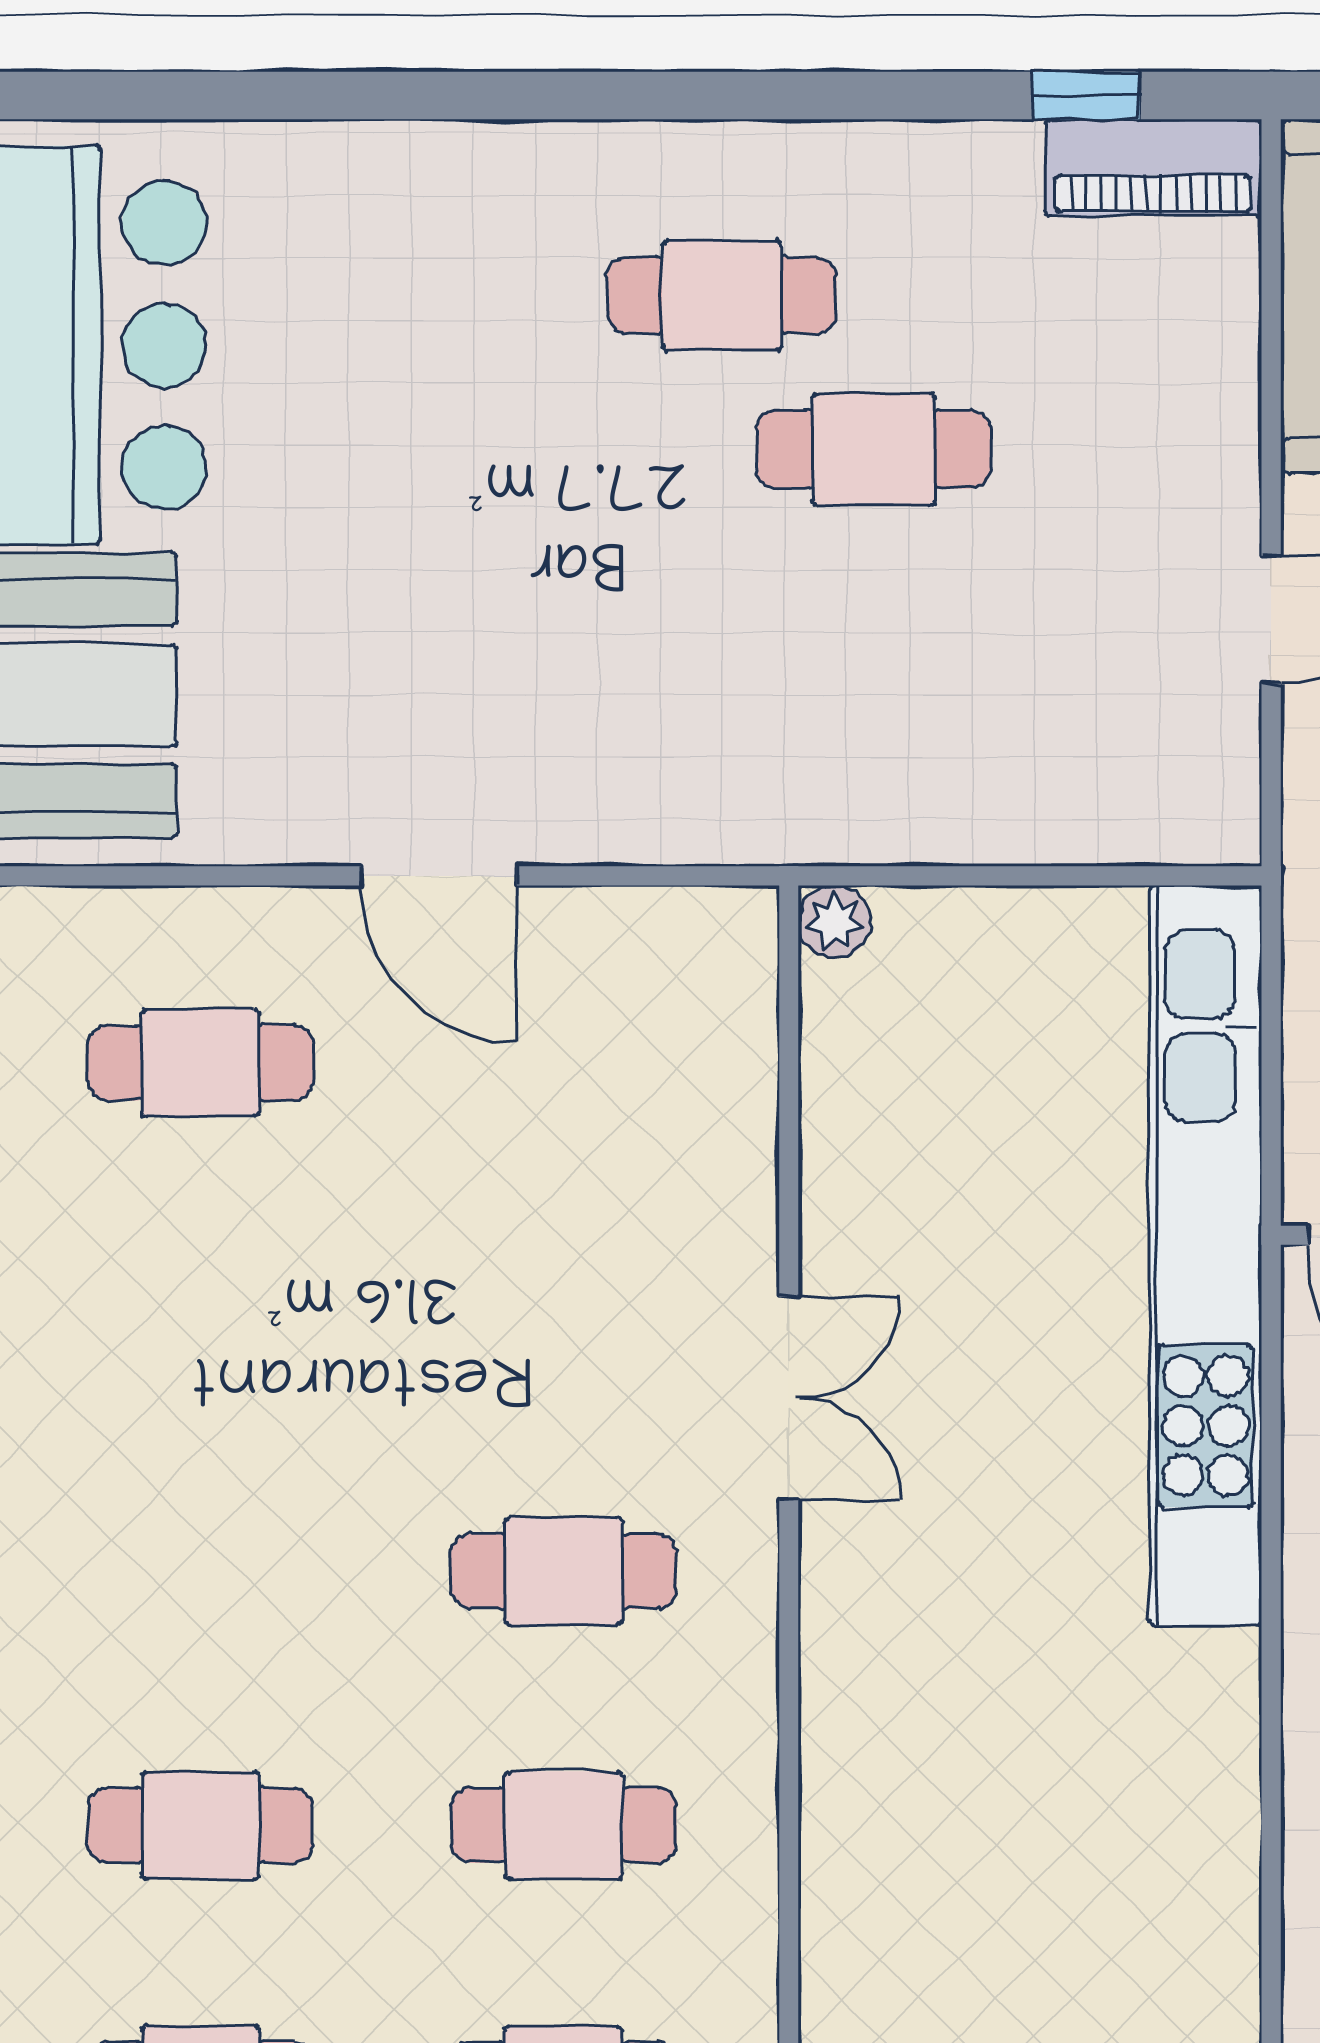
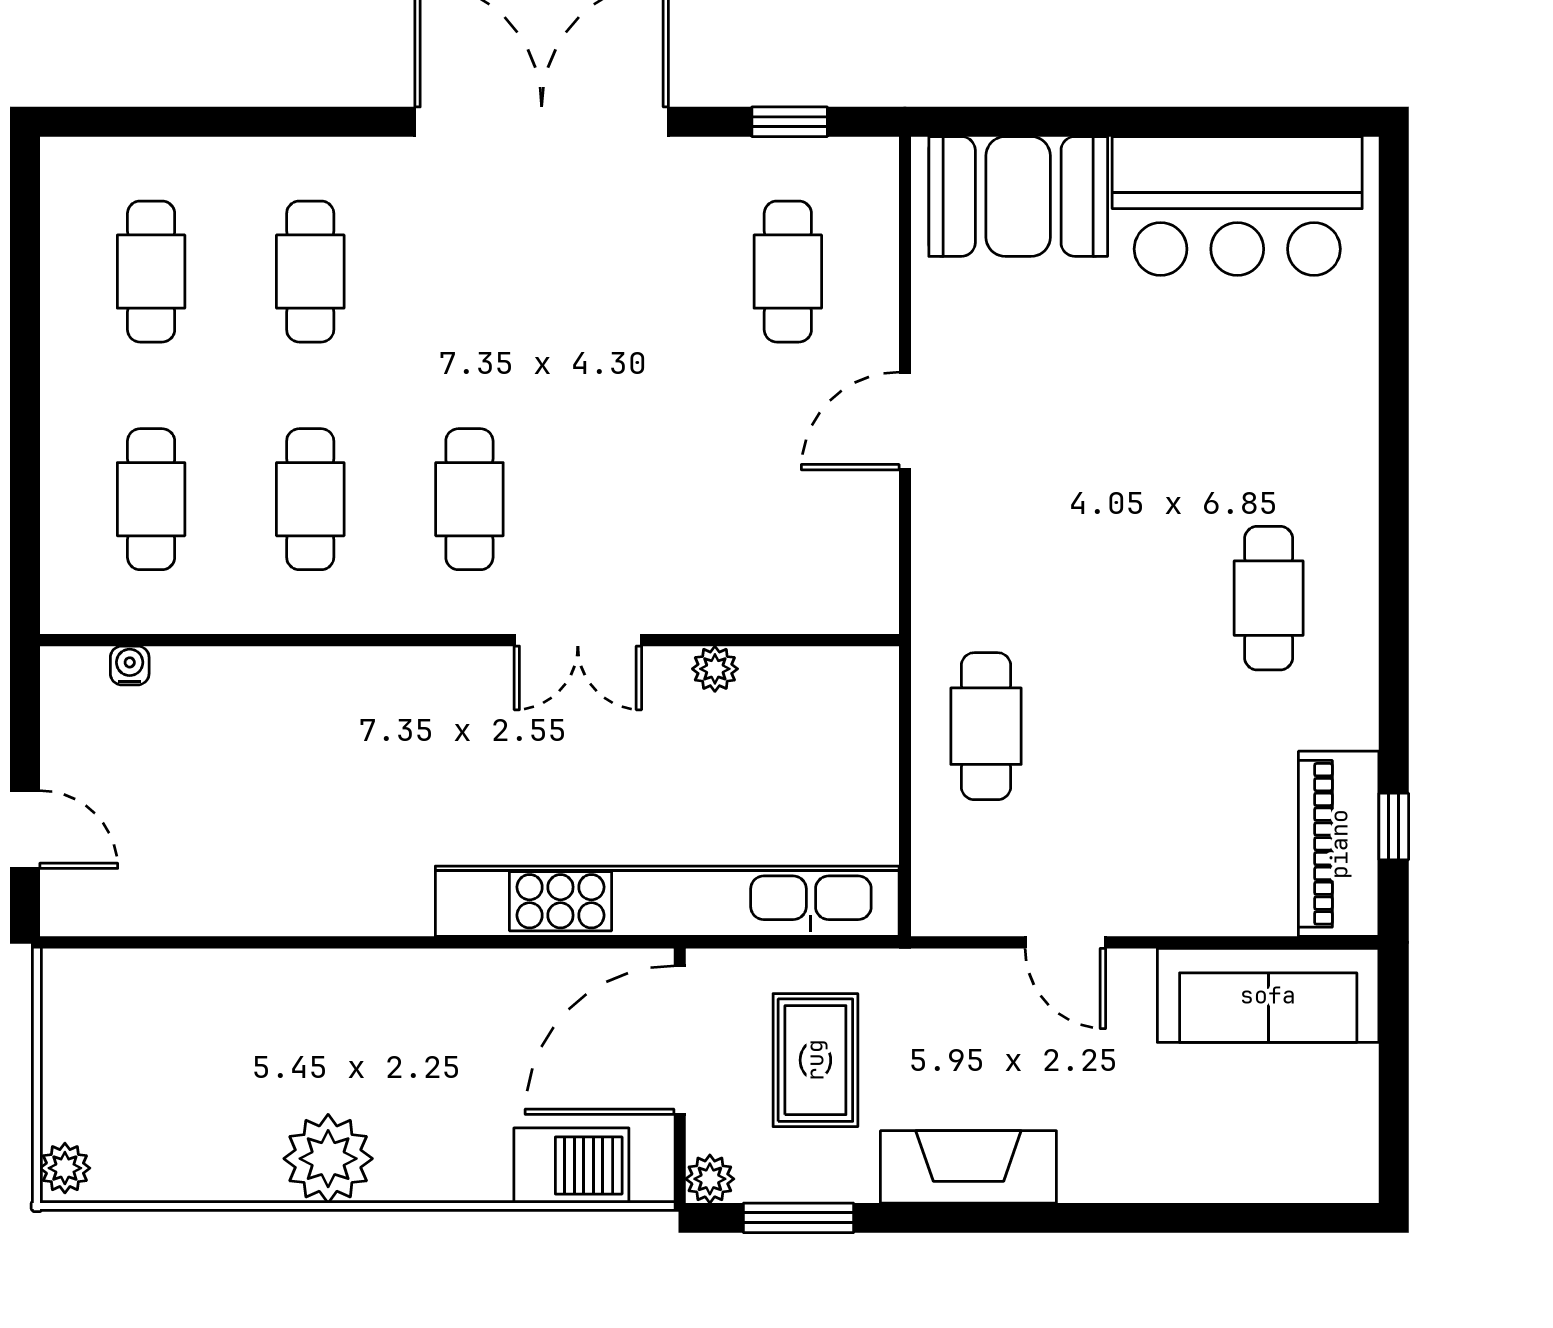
piano: (1153, 168) -> (1339, 844), width x1.37, depth x1.33
cafe table: (874, 449) -> (986, 726), moved
plant: (835, 922) -> (715, 669), moved

